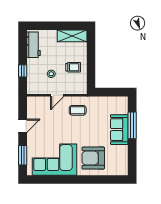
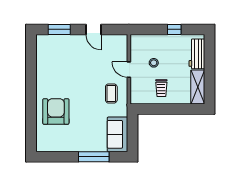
workbench: (33, 45) -> (197, 54), moved, turned 90
window: (23, 71) -> (174, 29), moved
sofa: (119, 130) -> (118, 134), moved, turned -90
corner sofa: (55, 160) -> (54, 67), removed

